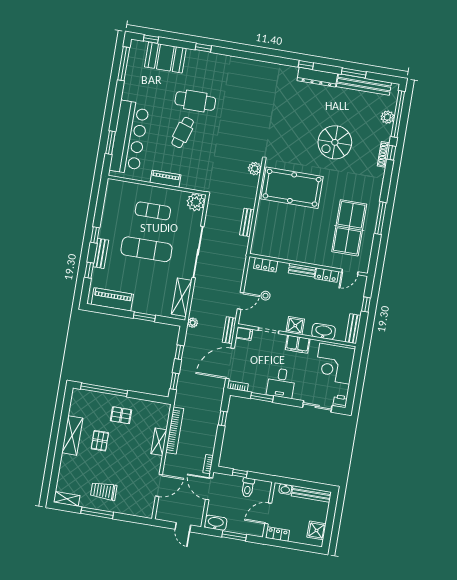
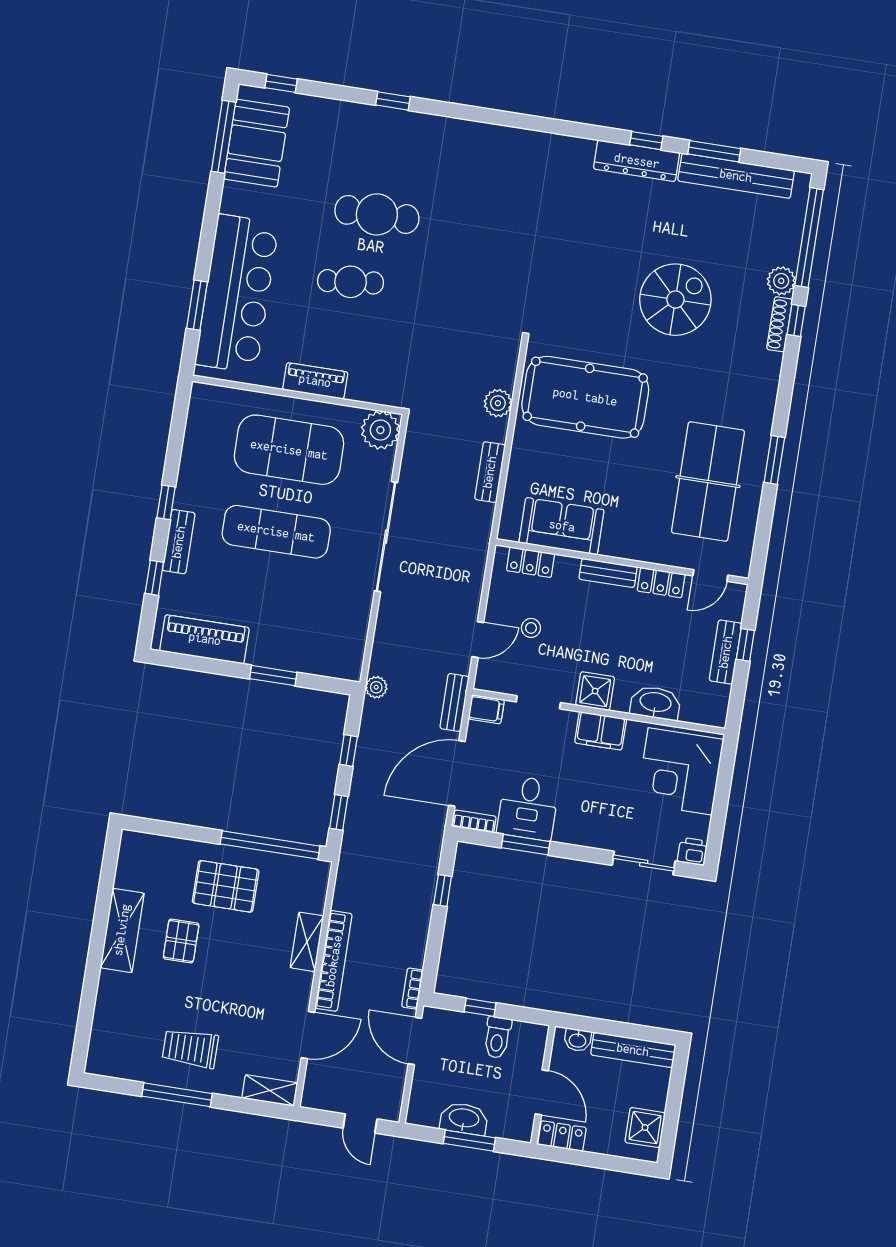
booth: (165, 58) -> (257, 143), moved, turned 90
window: (306, 65) -> (646, 141), moved
plant: (387, 117) -> (781, 281), moved
cafe table: (183, 132) -> (351, 282), turned 67
spiral stairs: (335, 142) -> (675, 300), turned 180
plant: (255, 169) -> (498, 403), moved
exercise mat: (153, 211) -> (289, 450), width x2.00, depth x1.45
window: (380, 218) -> (774, 460), width x0.69
sofa: (280, 248) -> (562, 526), added
shelving: (182, 297) -> (352, 633), removed
bench: (353, 329) -> (726, 652), moved
desk: (281, 383) -> (528, 808), moved
window: (104, 390) -> (270, 845), moved
pallet: (121, 415) -> (226, 886), width x1.50, depth x1.42
bookcase: (175, 431) -> (334, 961), moved
shelving: (67, 499) -> (270, 1090), moved
door: (268, 513) -> (542, 1092), swing flipped
washbasin: (216, 523) -> (464, 1119), moved

